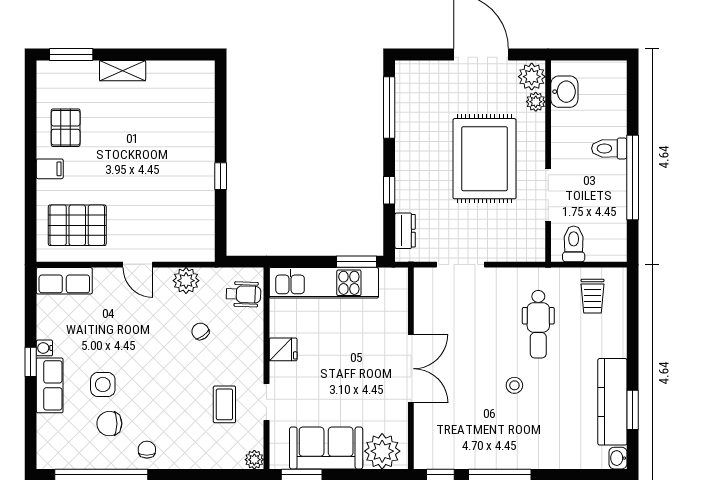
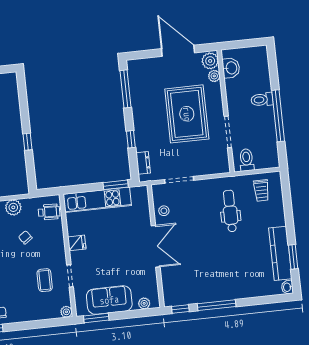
dental chair: (538, 324) -> (230, 211), turned 180
stool: (514, 385) -> (164, 211), moved
plant: (382, 451) -> (144, 303), width x0.53, depth x0.53

